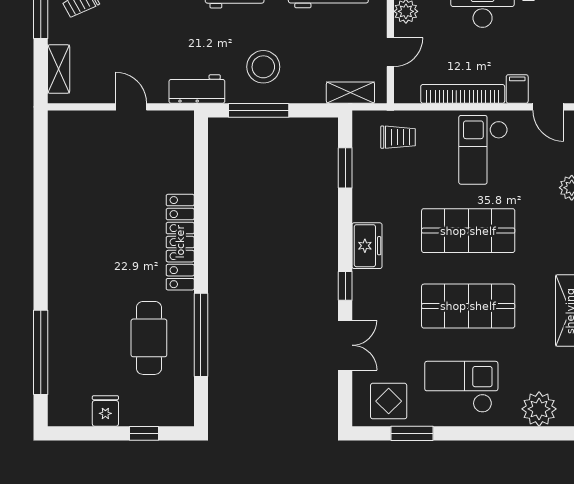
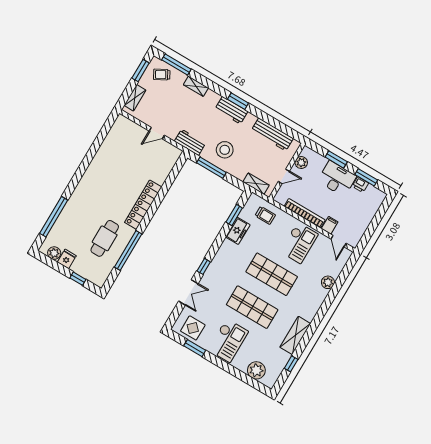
door: (131, 107) -> (157, 133), swing flipped
checkout: (483, 150) -> (299, 243), turned 180
freezer: (367, 246) -> (238, 231), moved
checkout: (461, 387) -> (228, 341), turned 90
plant: (78, 414) -> (54, 253), added

